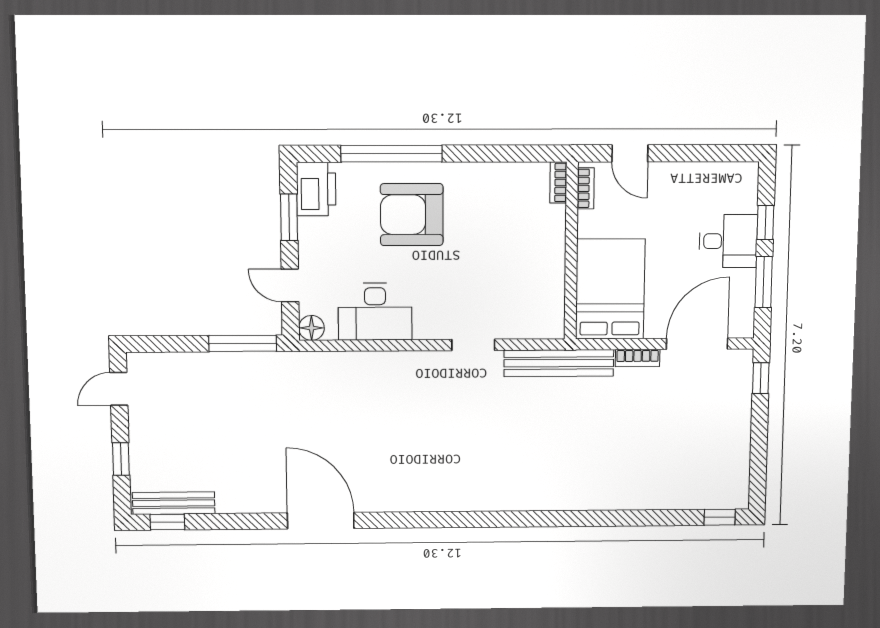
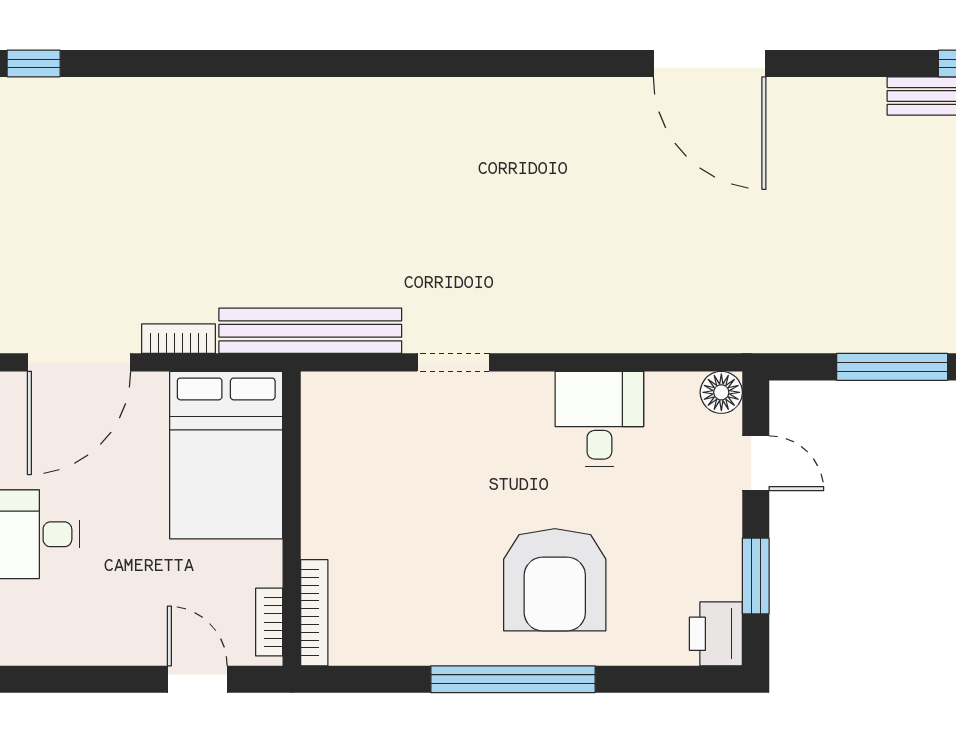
window: (391, 154) -> (513, 679), moved
bookcase: (558, 182) -> (314, 613), width x1.56
printer: (316, 189) -> (716, 634), width x0.73, depth x0.84
armchair: (412, 215) -> (555, 580), turned 90
desk: (375, 312) -> (599, 419), width x0.73
window: (243, 343) -> (892, 367), moved

